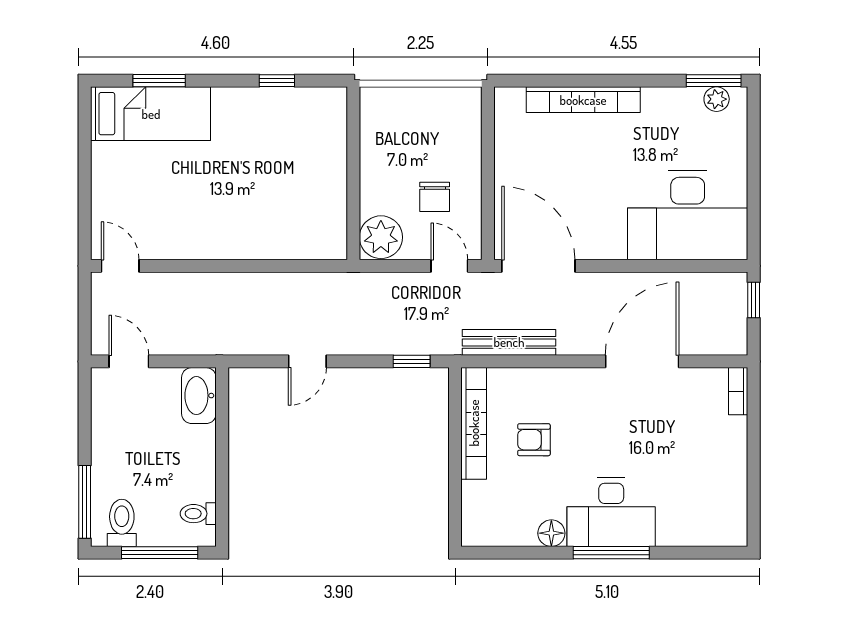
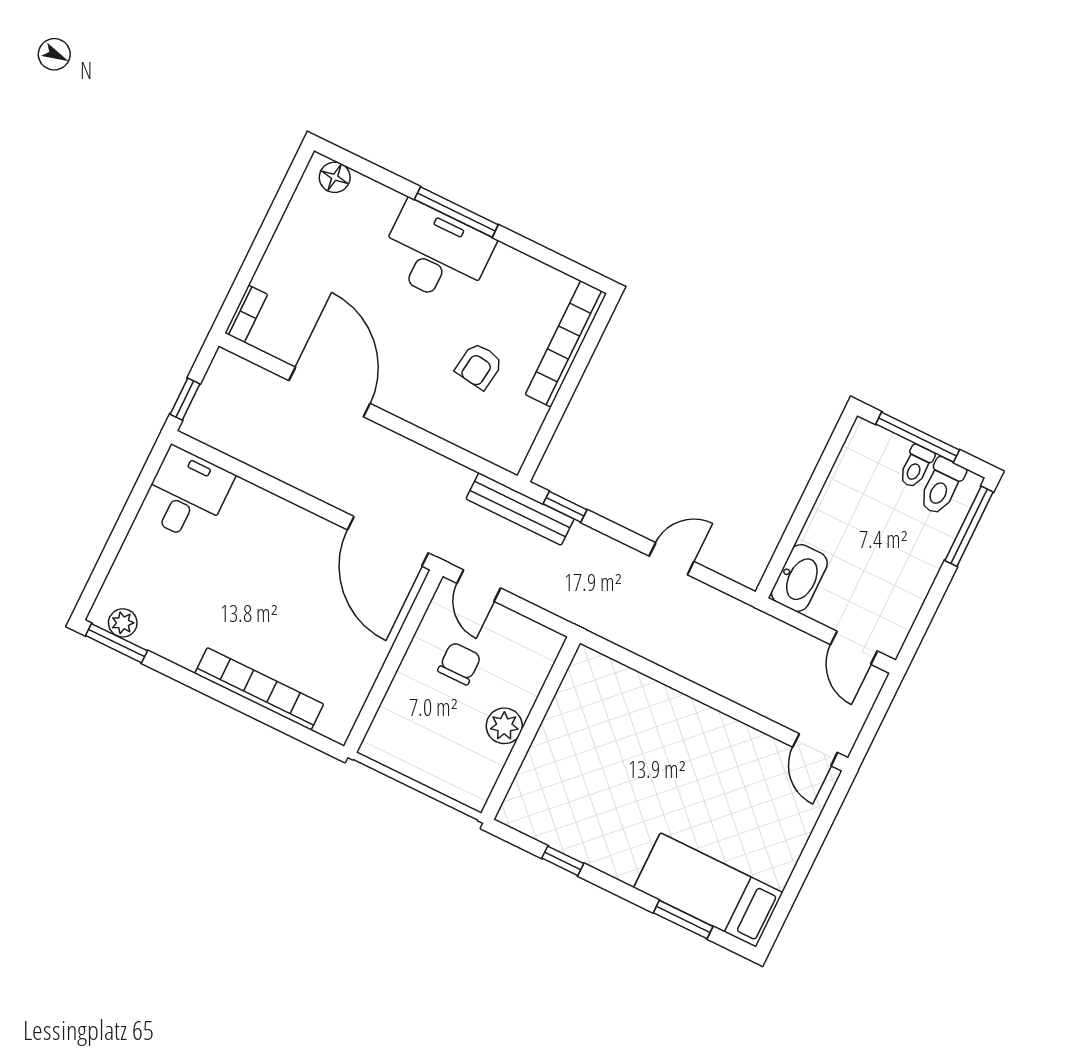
desk: (688, 215) -> (187, 494), width x0.53, depth x0.77
plant: (381, 237) -> (504, 726), moved, width x0.73, depth x0.73
bench: (509, 342) -> (520, 509), moved
door: (642, 361) -> (330, 392), swing flipped
bookcase: (474, 423) -> (566, 344), moved
armchair: (534, 440) -> (479, 366), turned 98
toilet: (198, 514) -> (916, 466), moved, turned 90
floor lamp: (551, 533) -> (335, 177), moved

